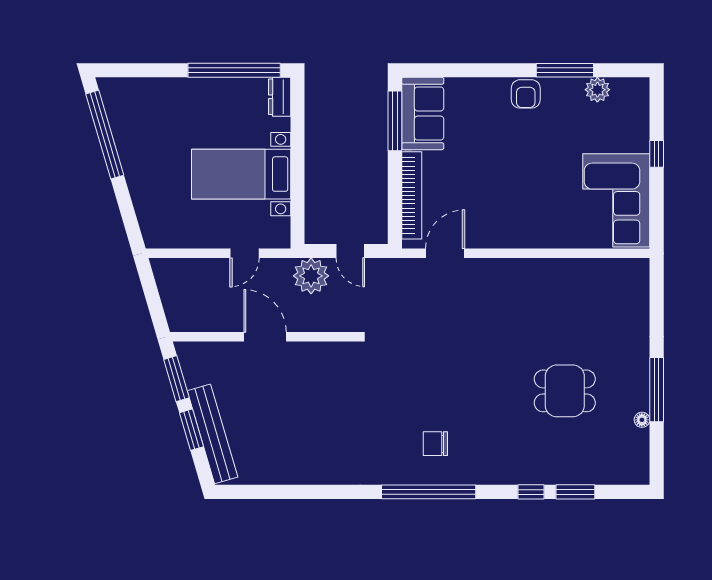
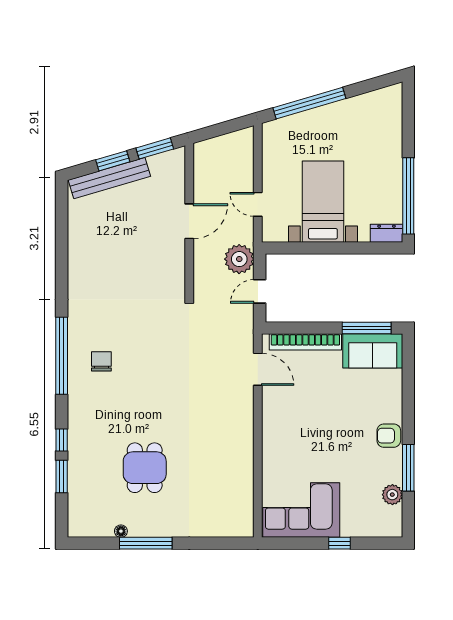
window: (105, 135) -> (309, 103), moved

